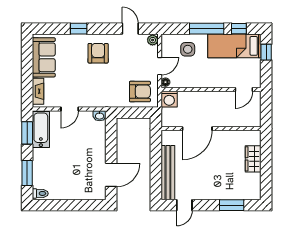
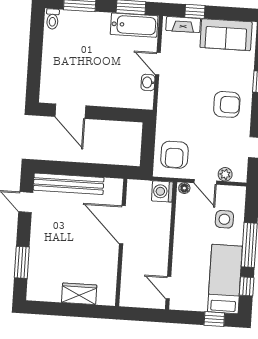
plant: (153, 40) -> (225, 174), moved
window: (27, 83) -> (195, 11), added
washbasin: (100, 116) -> (148, 82), moved

